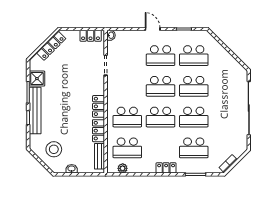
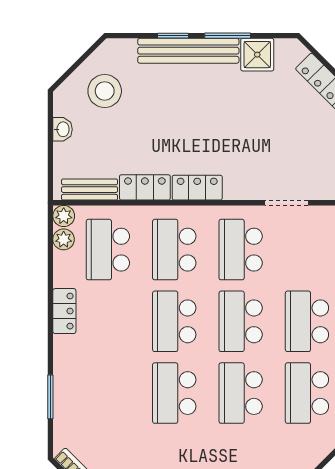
school desk: (194, 148) -> (241, 250), moved
plant: (112, 168) -> (64, 216), added
locker: (166, 168) -> (64, 311), moved

